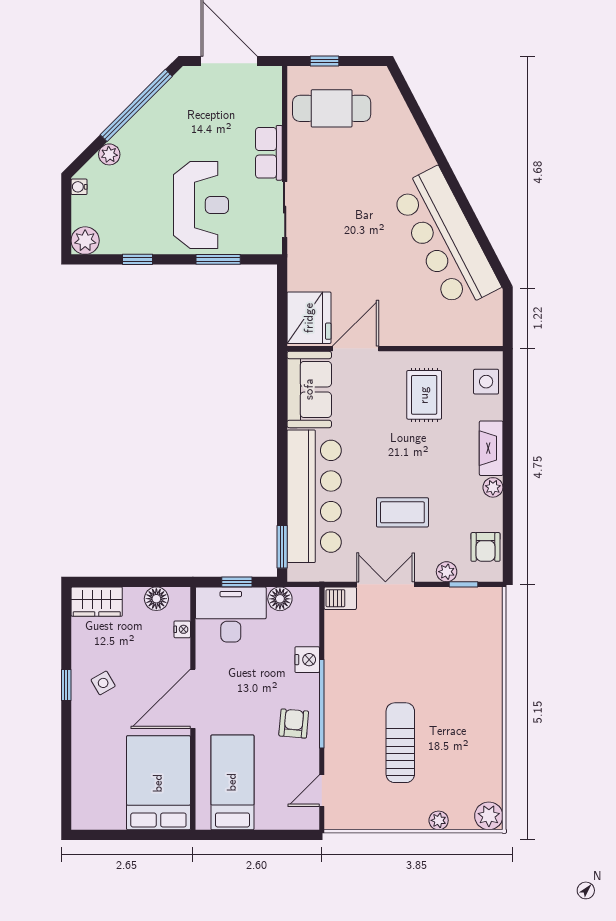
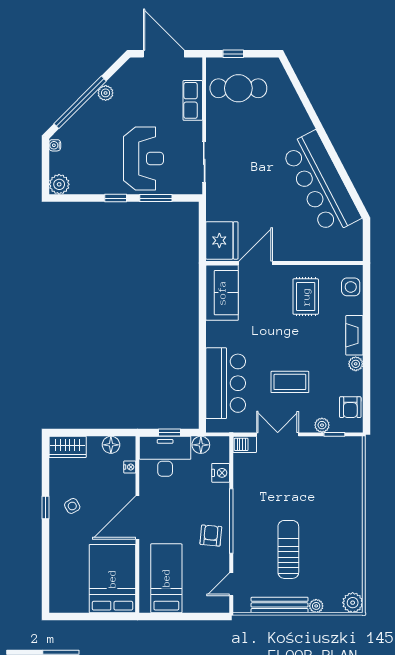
window: (136, 105) -> (80, 102), moved
row of seats: (269, 153) -> (193, 100), moved
plant: (109, 154) -> (106, 93), moved
window: (138, 259) -> (116, 198), moved
bar counter: (314, 496) -> (226, 383), width x0.73
window: (282, 547) -> (202, 407), removed
nightstand: (307, 660) -> (221, 473), moved
bench: (388, 819) -> (280, 605), added

